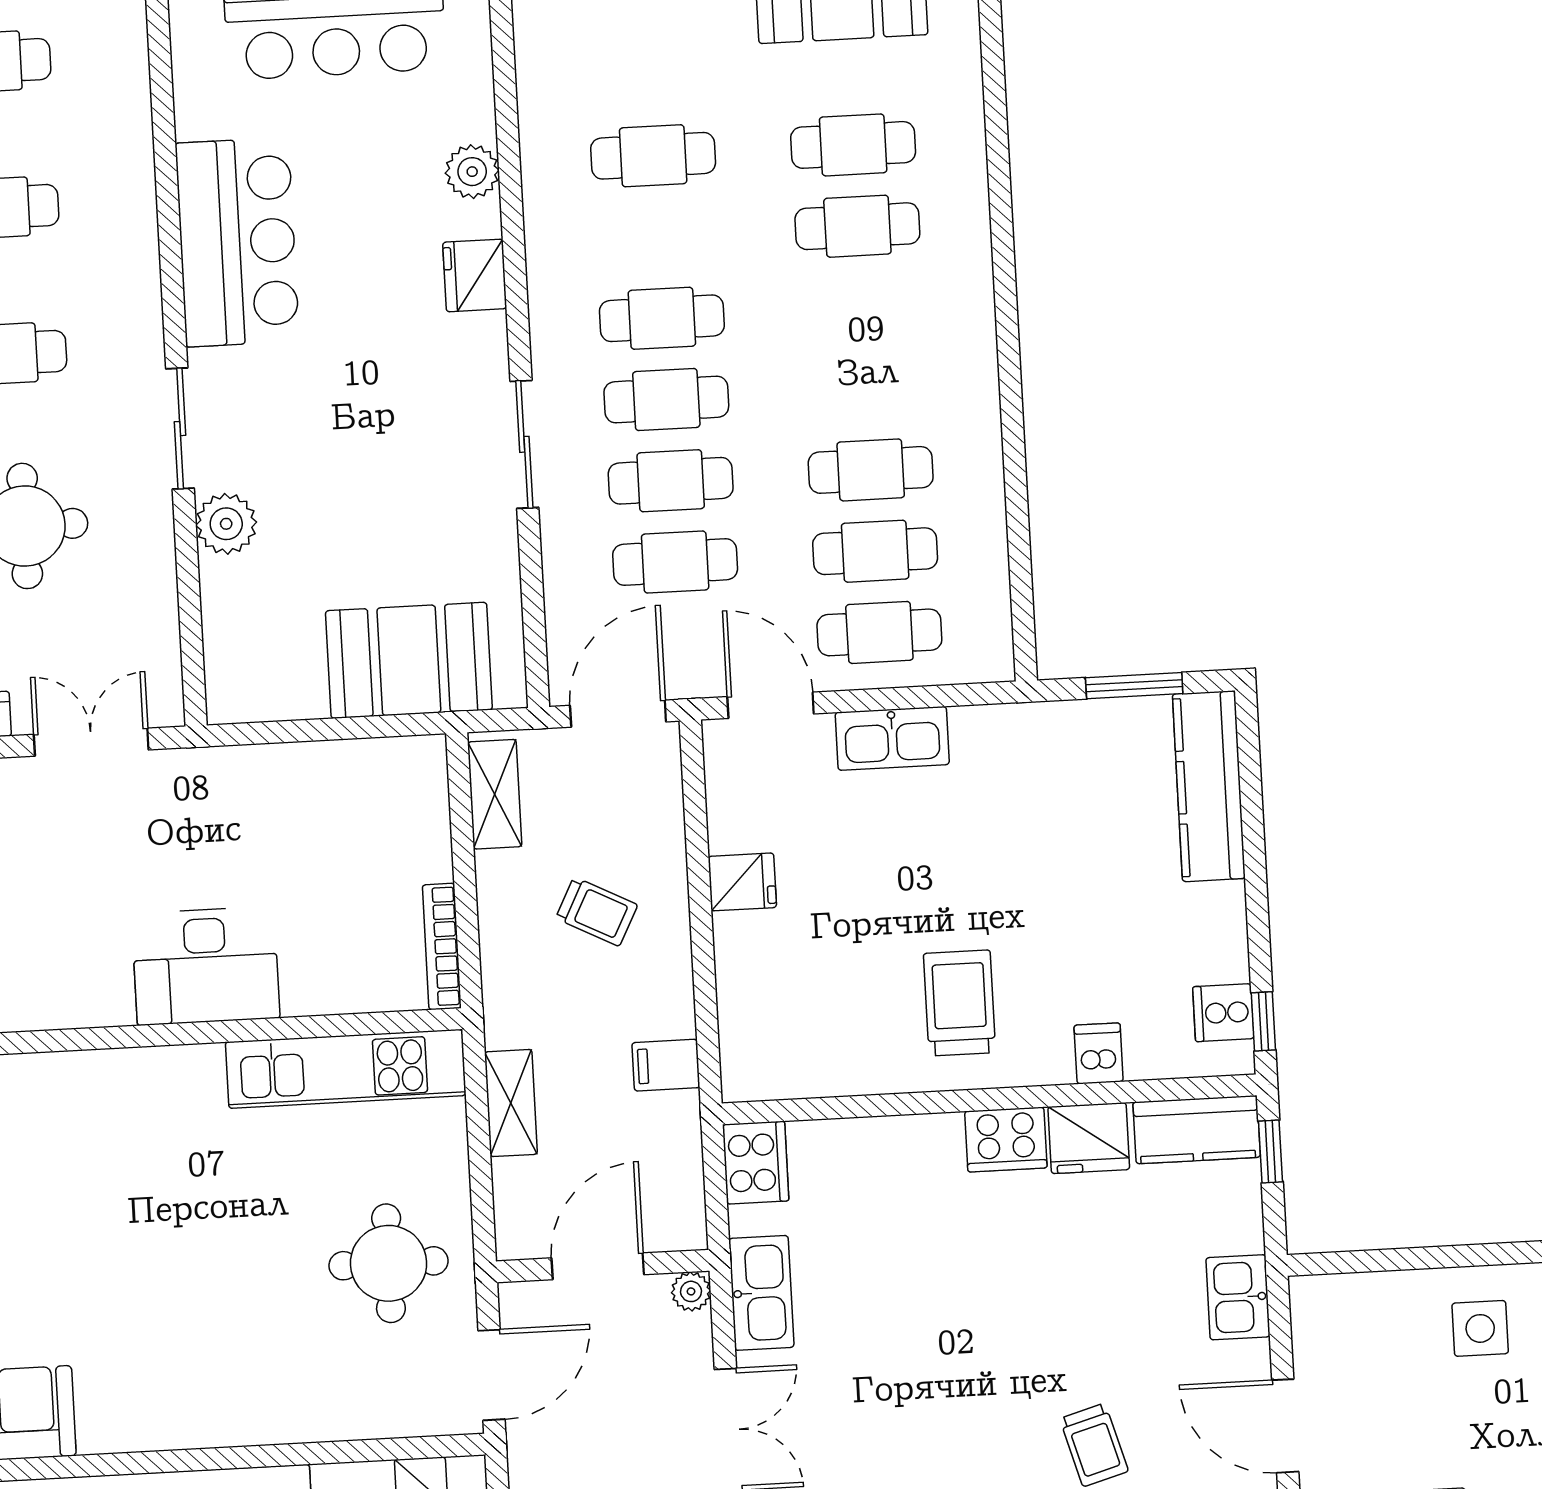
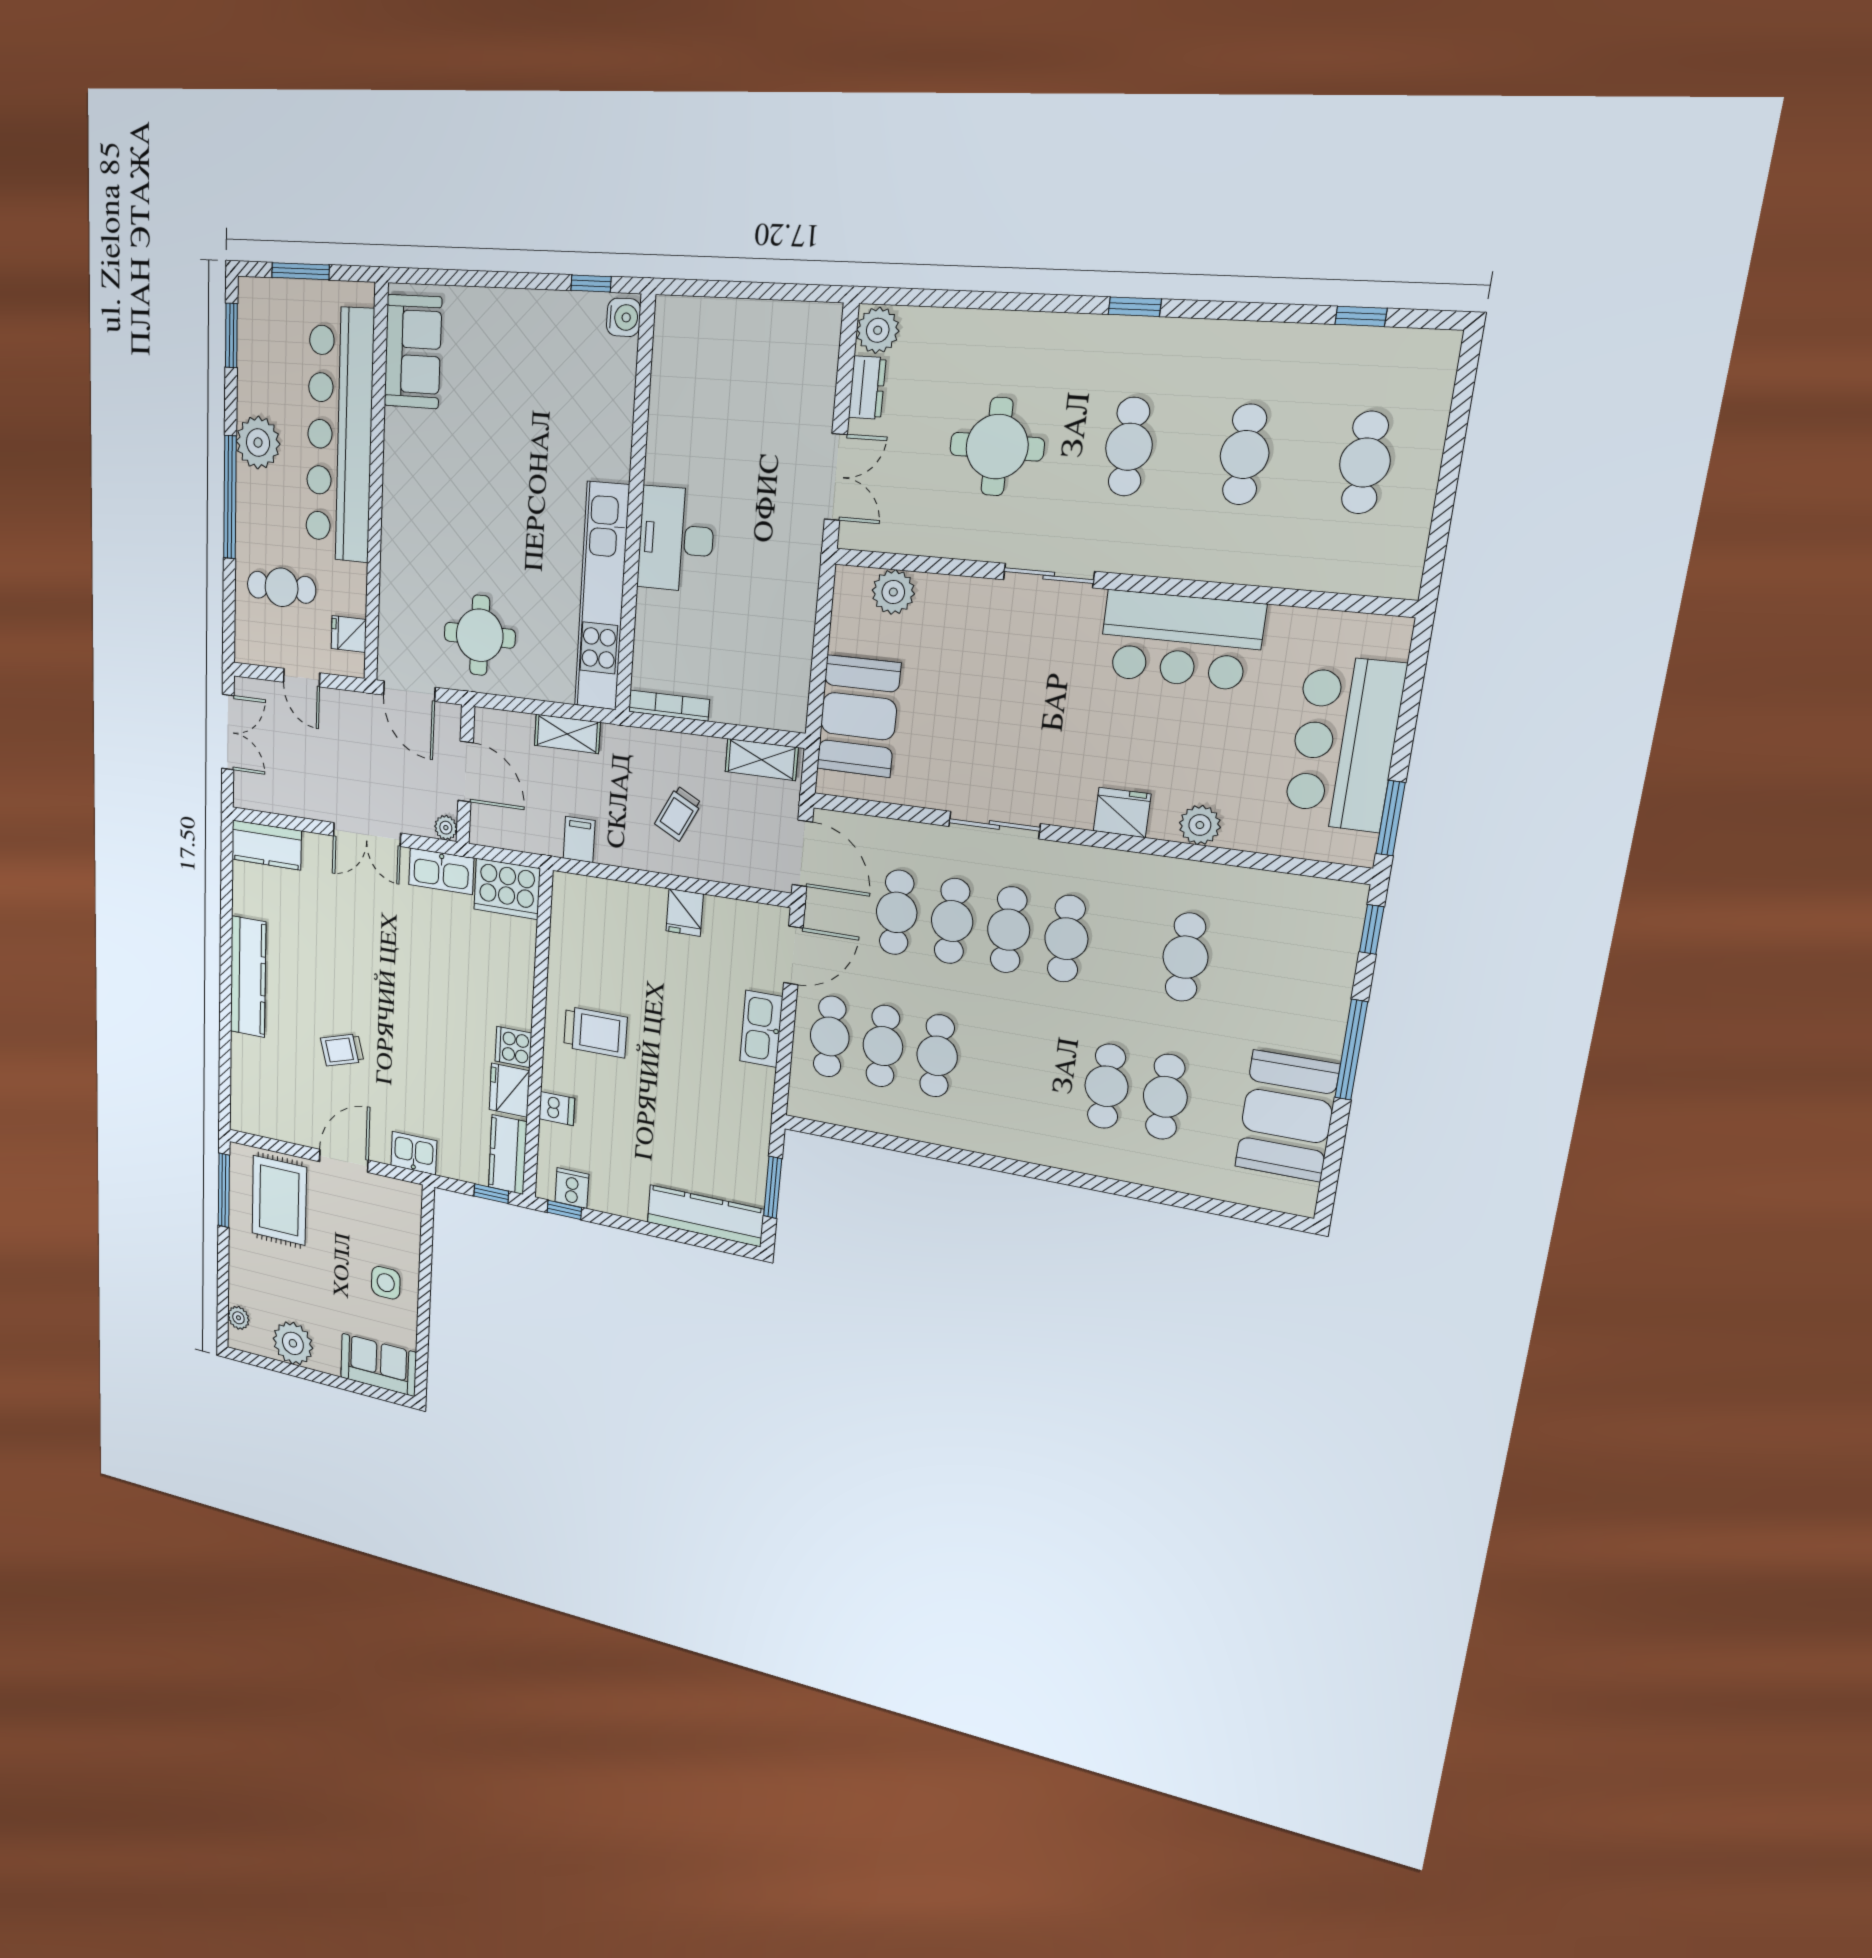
plant: (226, 524) -> (893, 592), moved
kitchen unit: (346, 1069) -> (602, 597), width x1.36
cooker: (1006, 1140) -> (513, 1047), width x0.73
cooker: (756, 1163) -> (507, 889), width x1.37, depth x1.31

